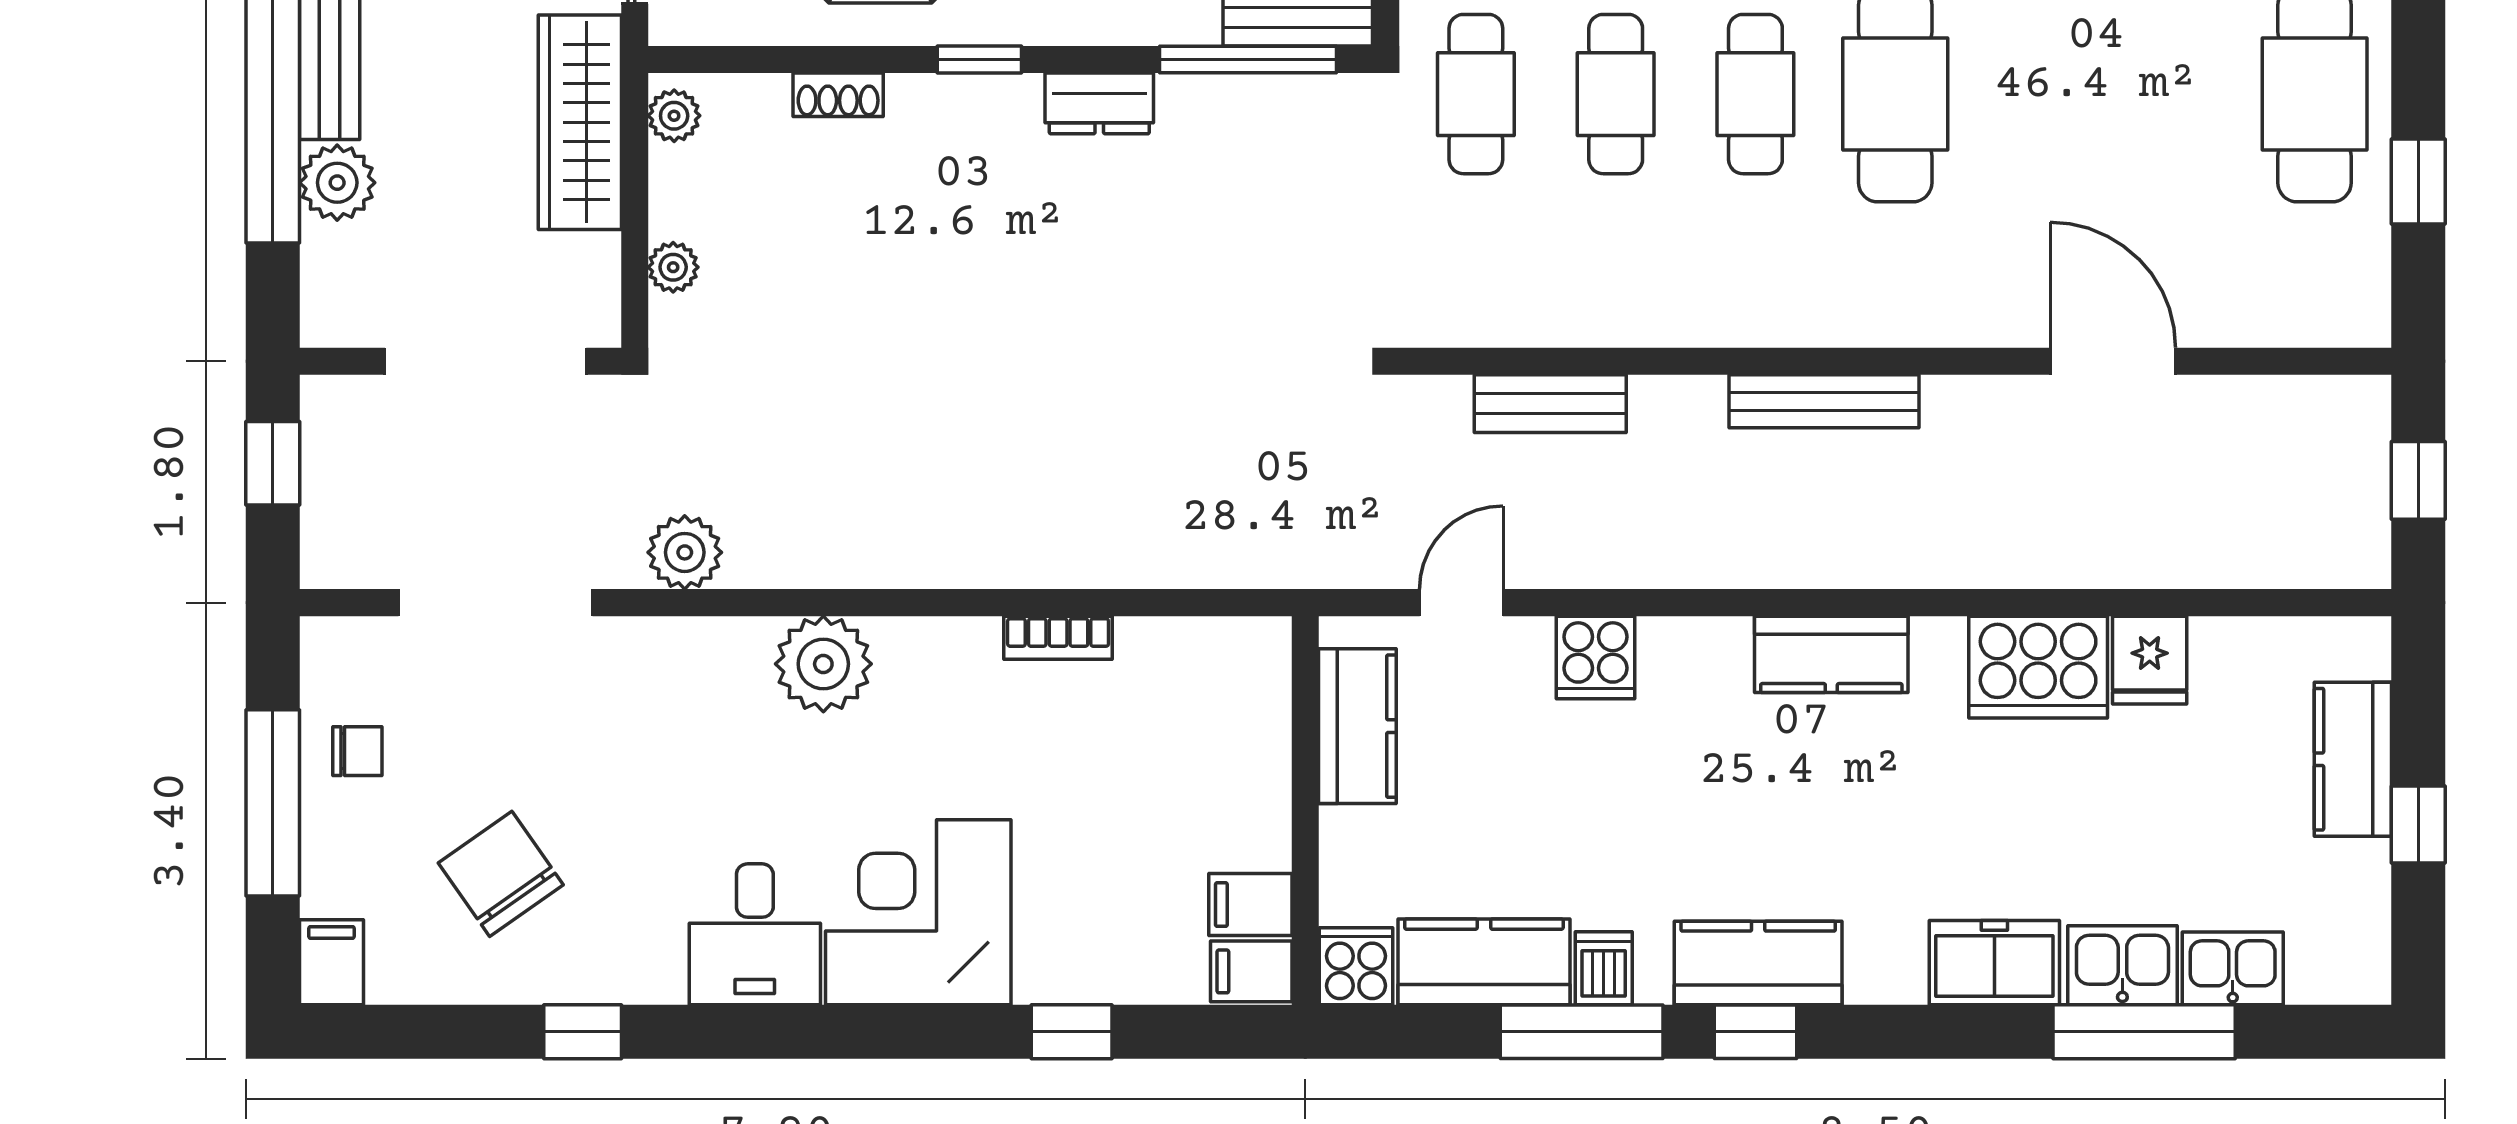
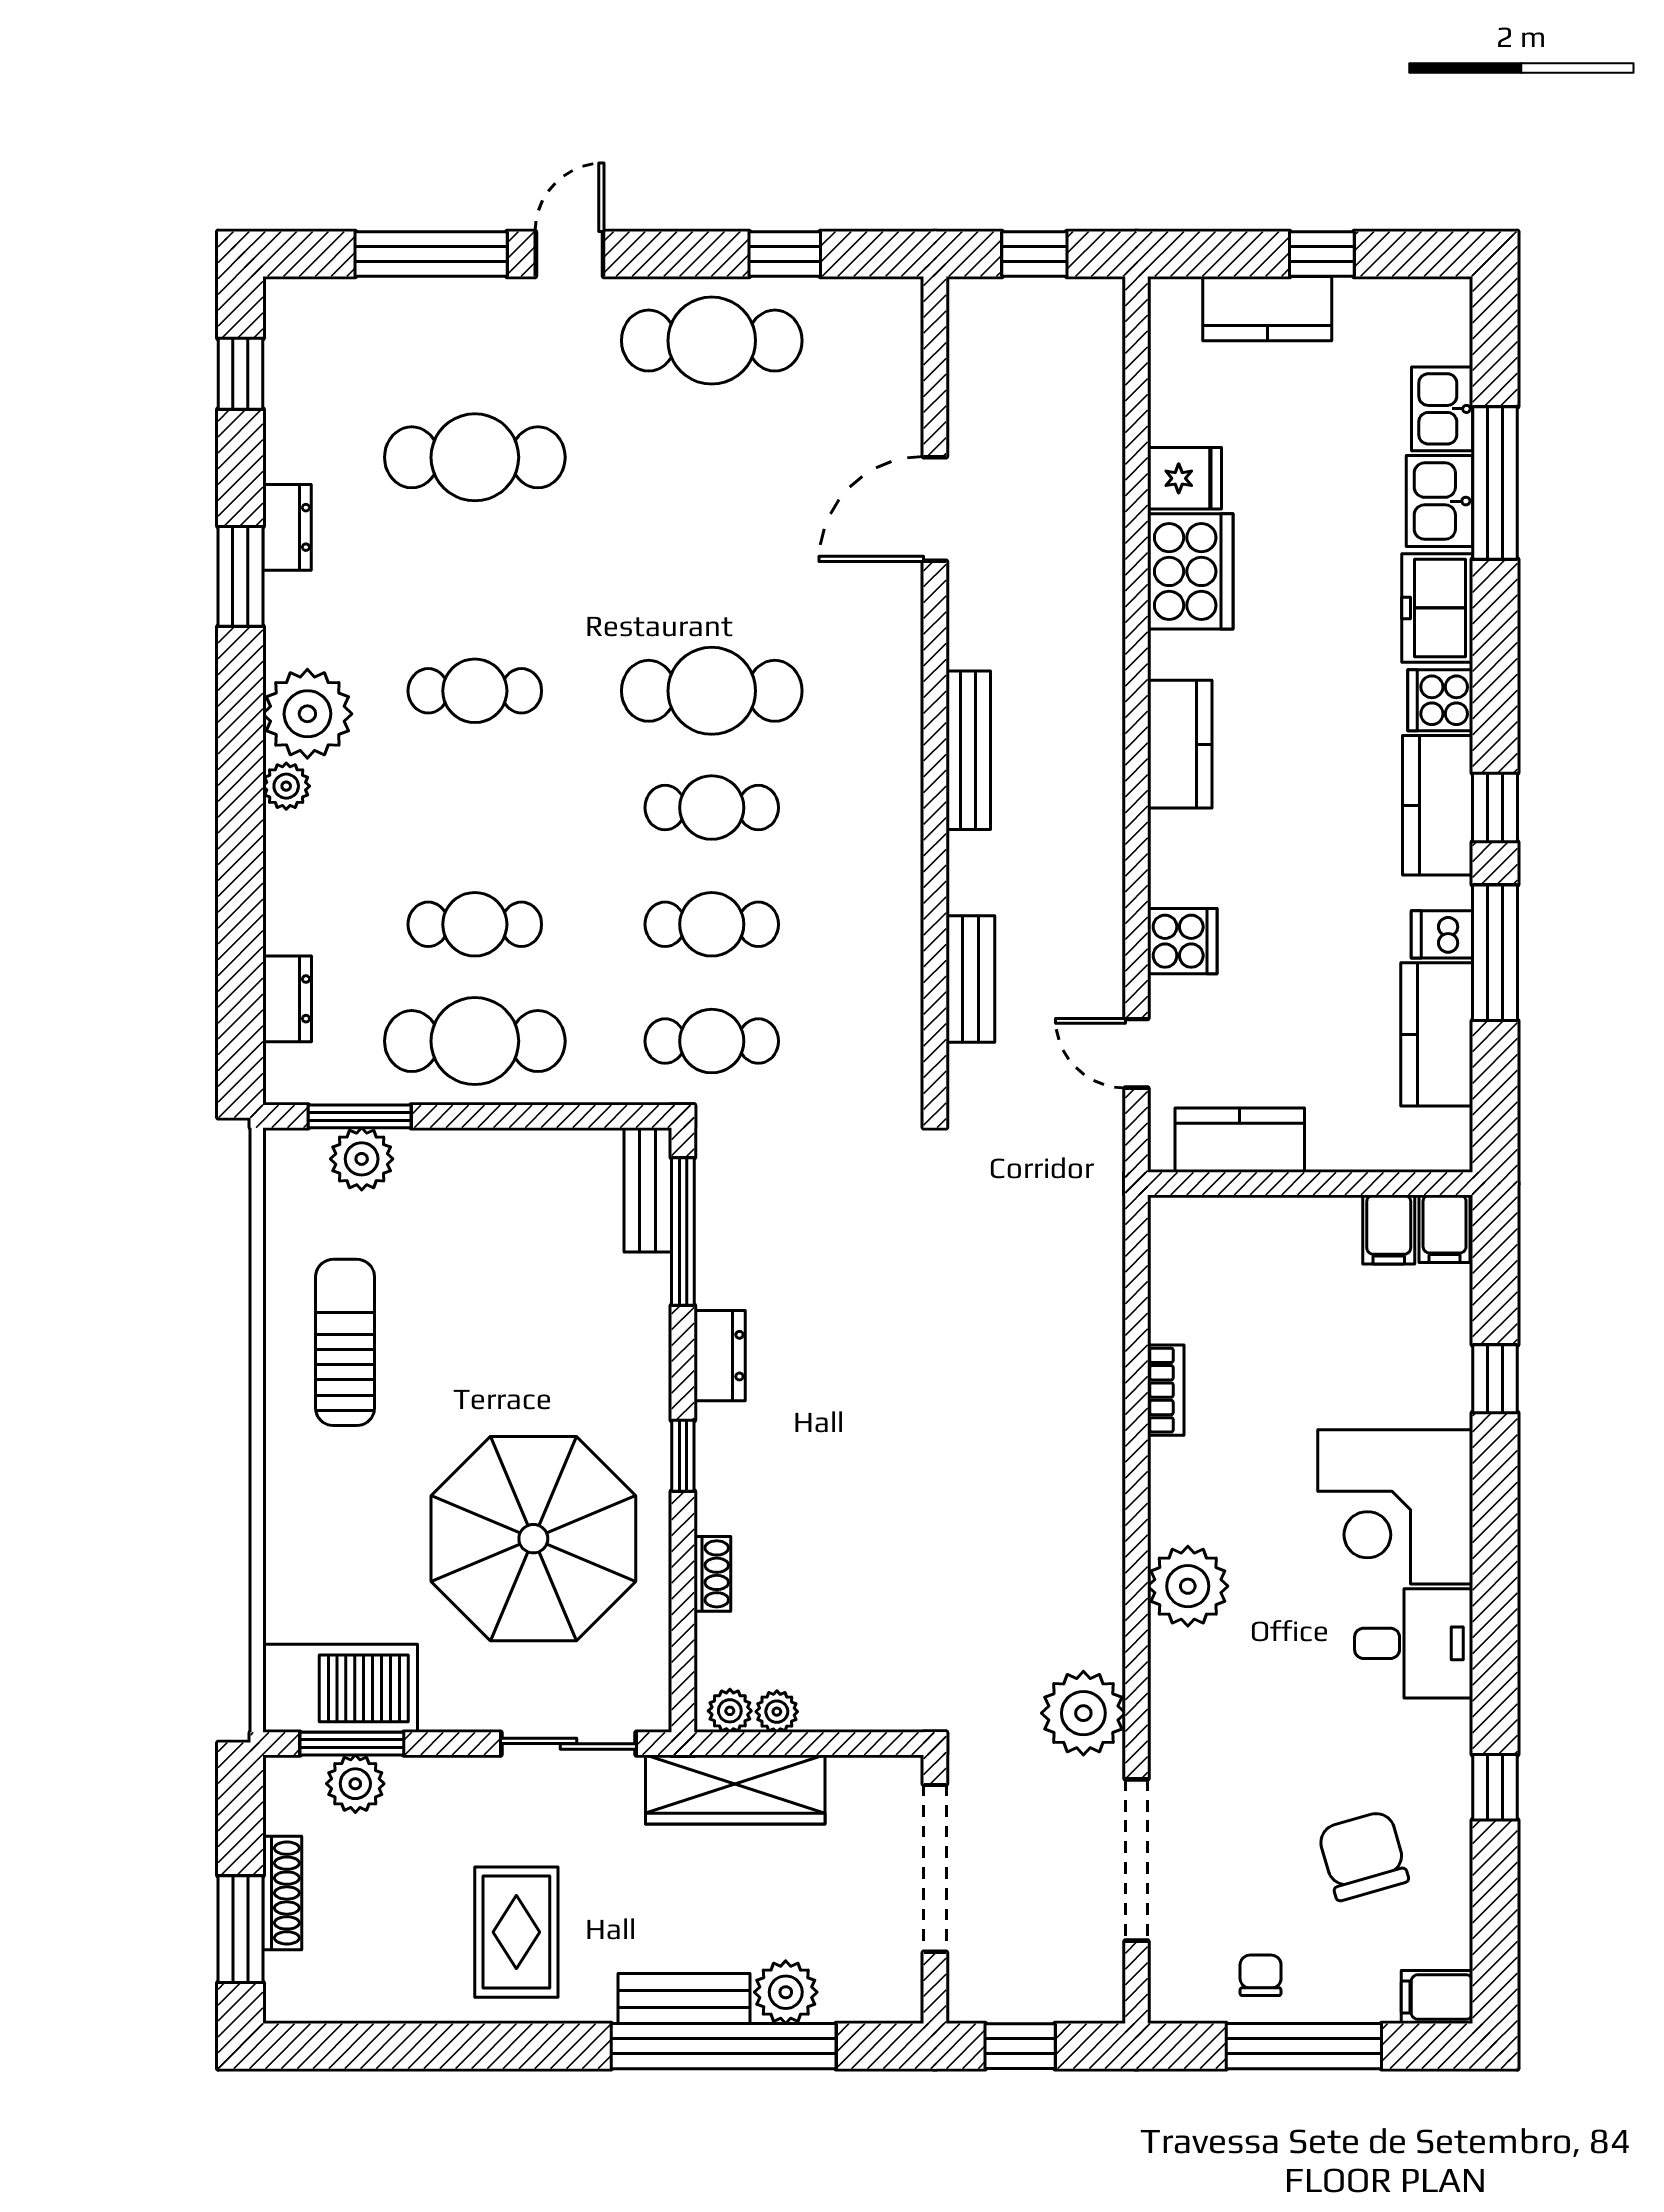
plant: (673, 267) -> (777, 1712), moved
plant: (685, 552) -> (1083, 1713), width x1.36, depth x1.36
chair: (501, 874) -> (1363, 1856), turned 109
cooker: (1356, 966) -> (1440, 700), moved

